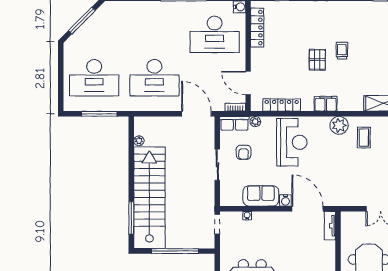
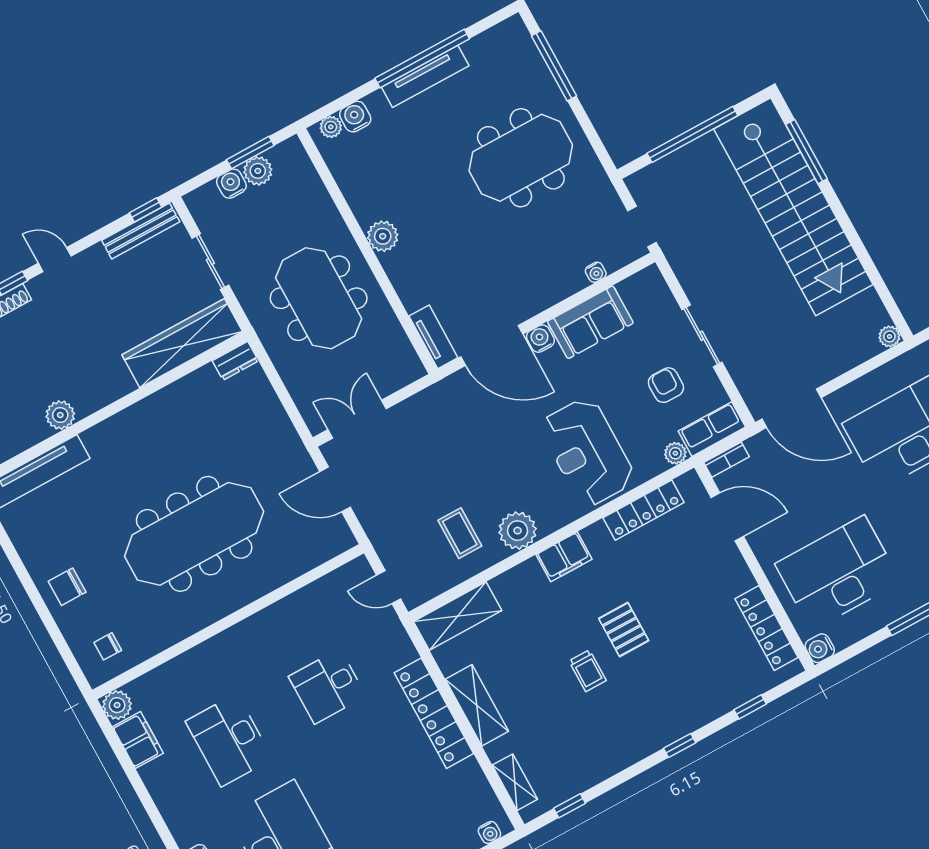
plant: (139, 141) -> (889, 336), moved

